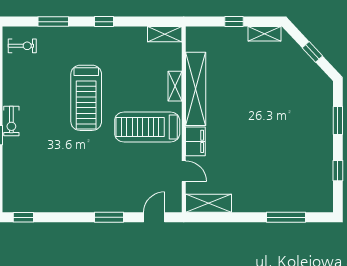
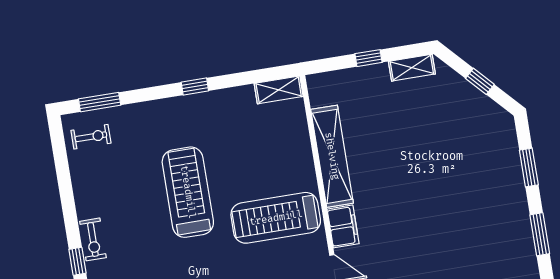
window: (53, 22) -> (100, 102), moved
shelving: (175, 86) -> (304, 157), removed
treadmill: (86, 98) -> (188, 192), turned 180
window: (338, 171) -> (540, 234), width x1.50

